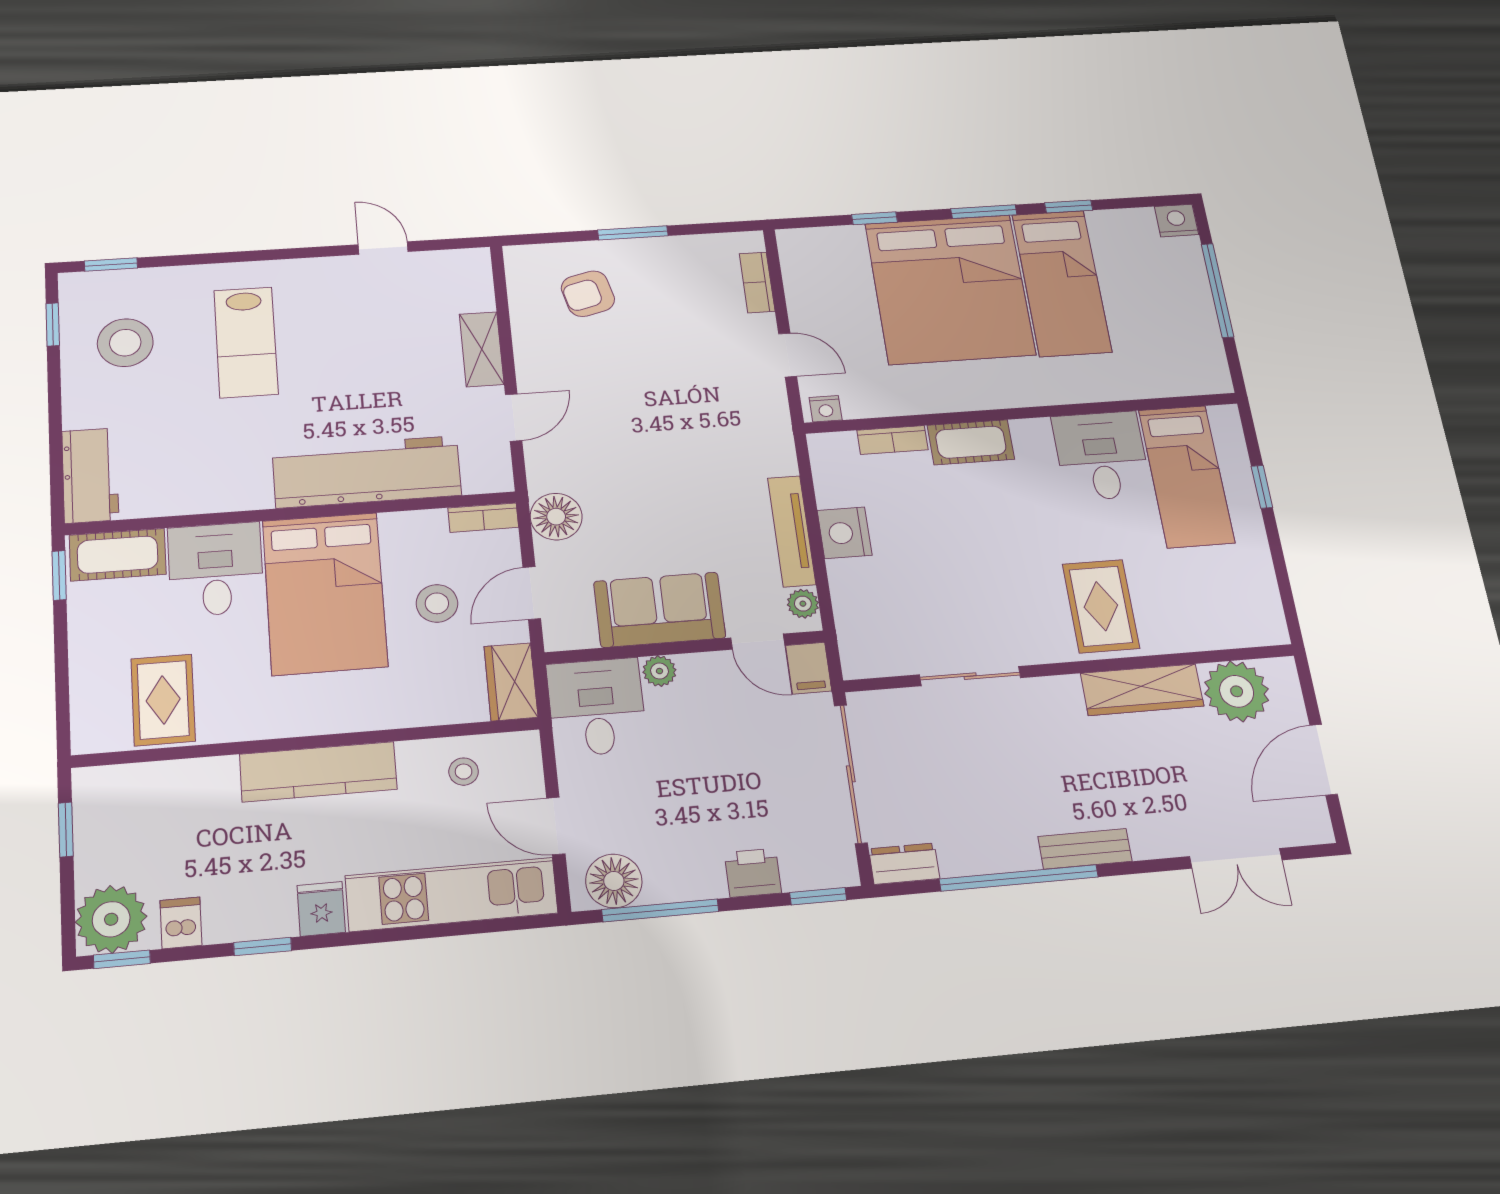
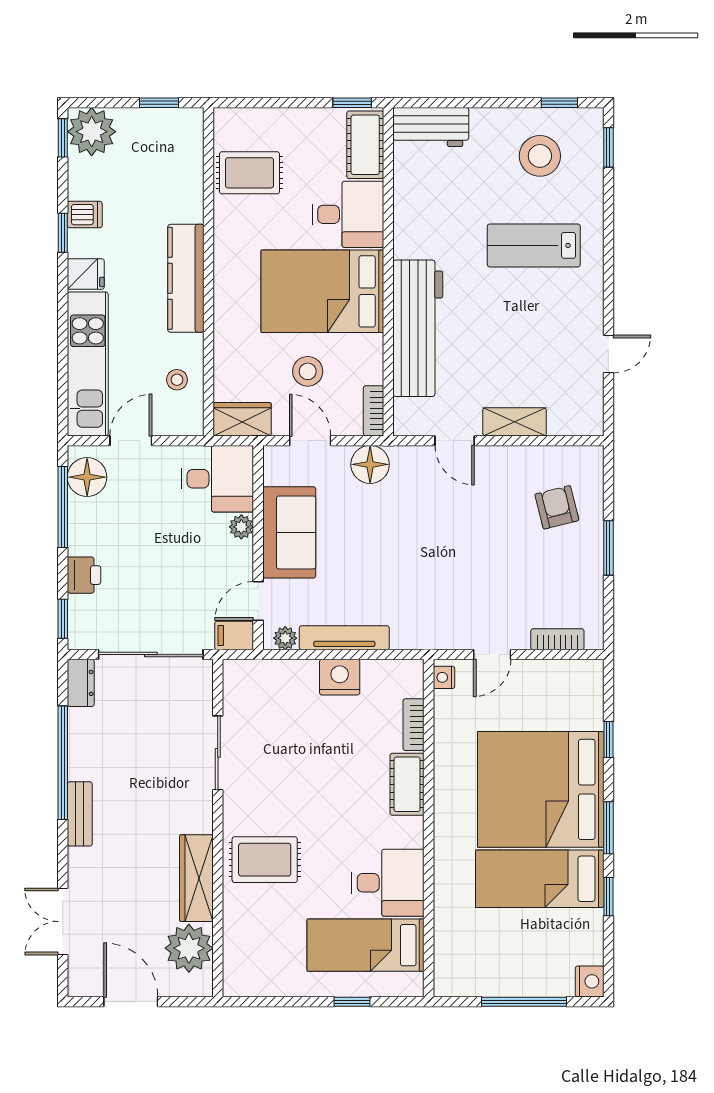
dishwasher: (181, 923) -> (85, 215), moved

